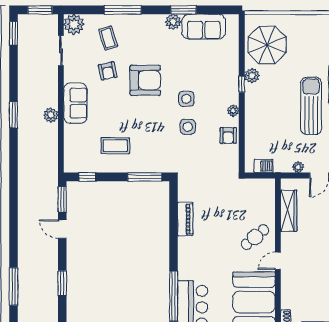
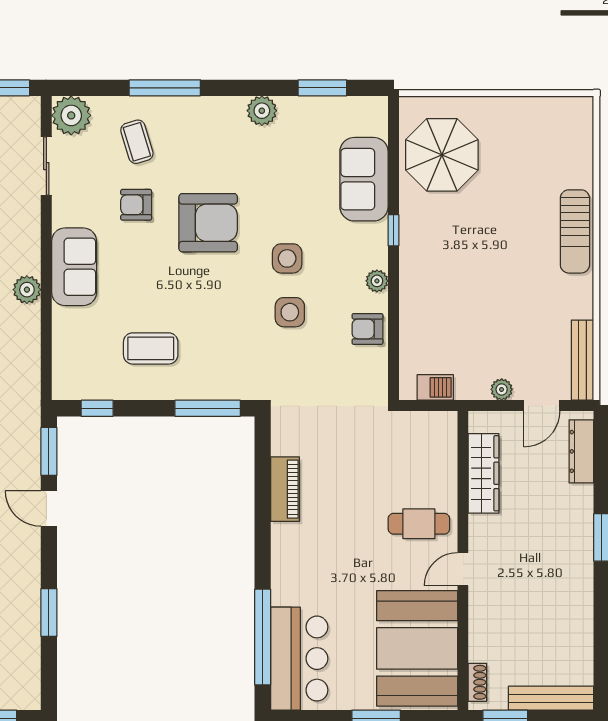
window: (183, 10) -> (322, 88), moved
sofa: (204, 27) -> (364, 179), moved, turned 90
armchair: (108, 71) -> (136, 205), turned 102
plant: (252, 76) -> (413, 214), removed
sun lounger: (311, 106) -> (527, 272), removed
armchair: (228, 136) -> (367, 329), turned 90
cafe table: (255, 237) -> (419, 524), turned 40

